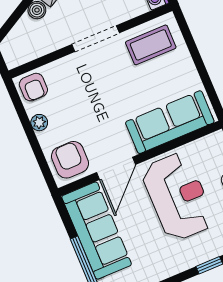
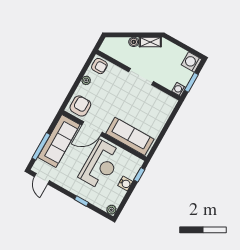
coffee table: (151, 45) -> (157, 102), removed
armchair: (33, 87) -> (99, 66), turned -90

